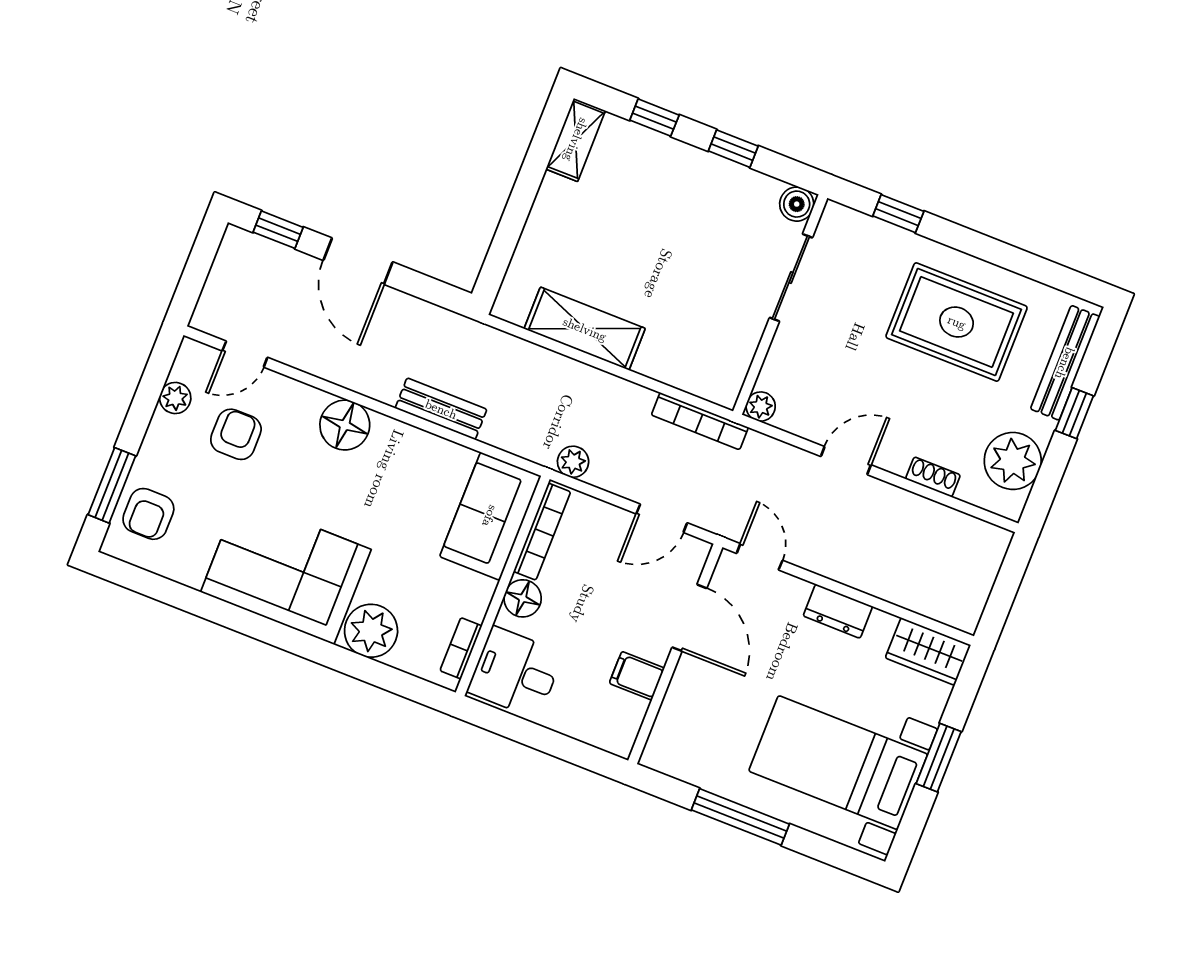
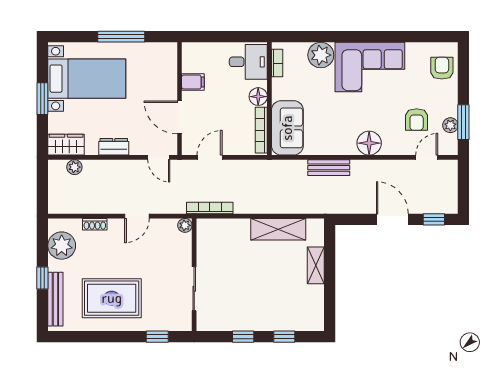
shelving: (576, 140) -> (316, 265), moved
boiler: (797, 204) -> (205, 323), removed
plant: (573, 462) -> (74, 167), moved
window: (112, 485) -> (463, 122), moved

